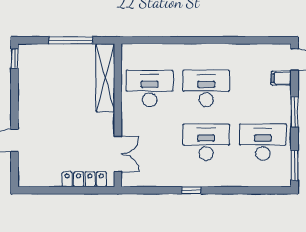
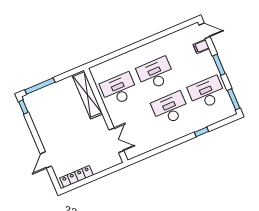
window: (71, 40) -> (40, 86), moved
locker: (84, 179) -> (77, 177), moved
window: (191, 190) -> (201, 132), moved

